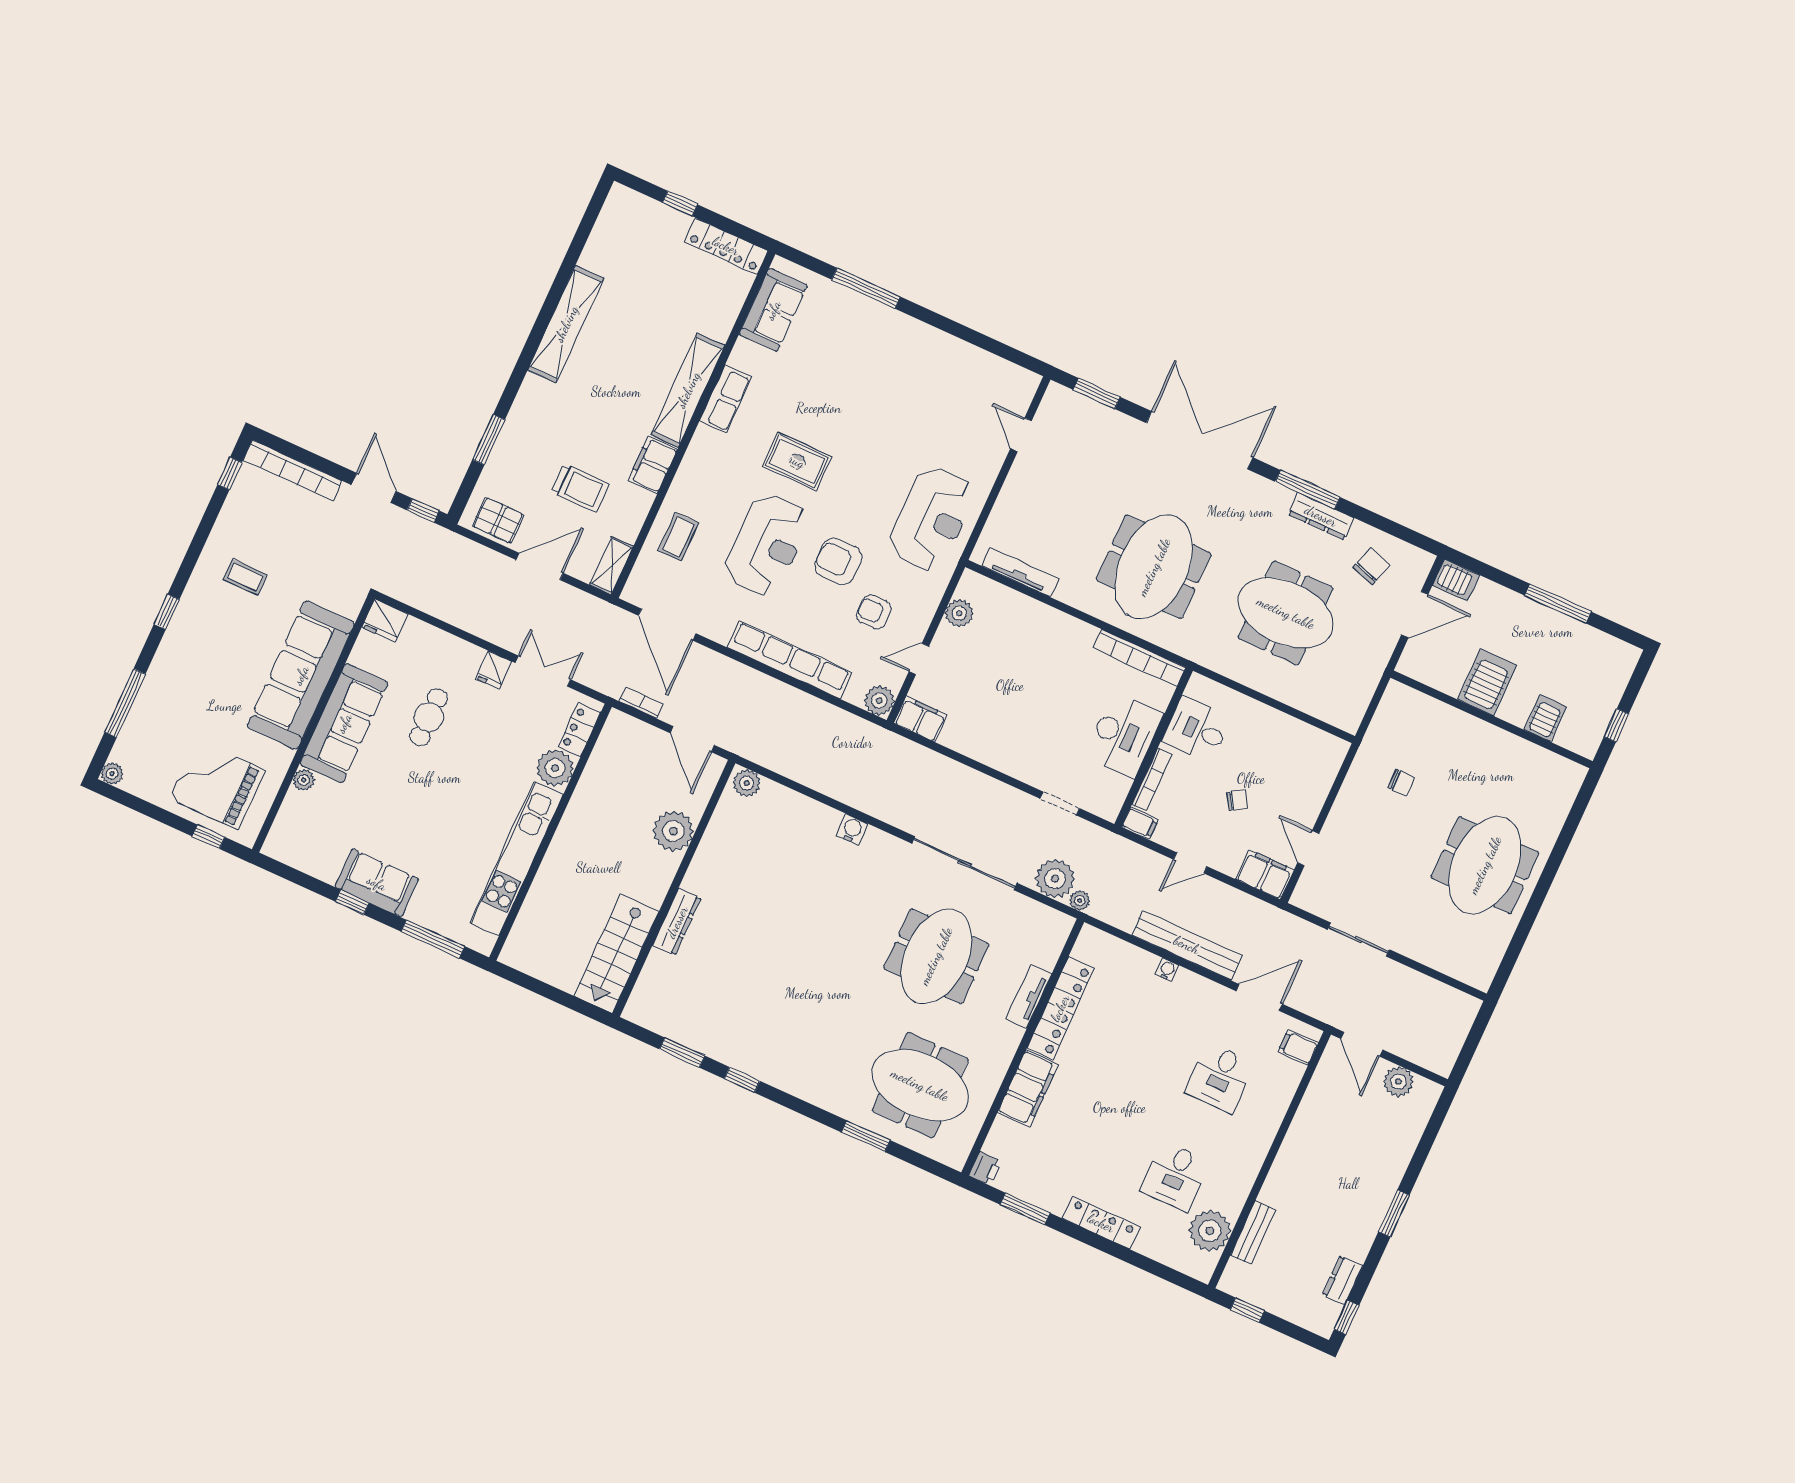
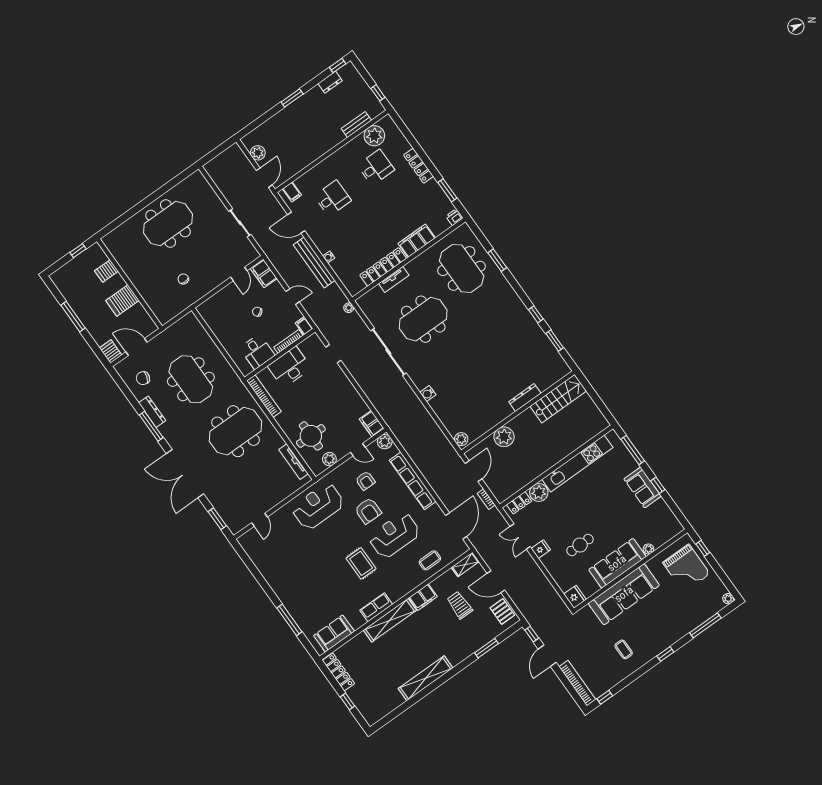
round table: (1016, 635) -> (311, 436), added
plant: (1055, 879) -> (354, 323), removed

